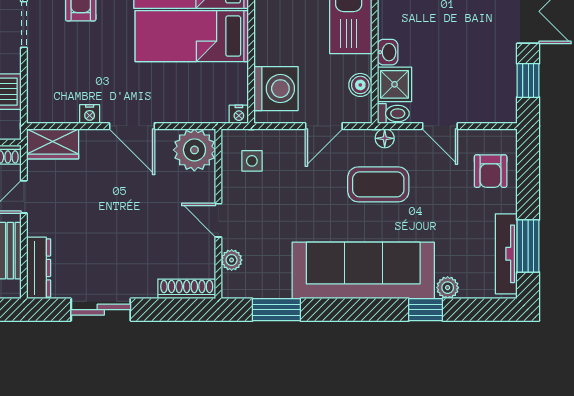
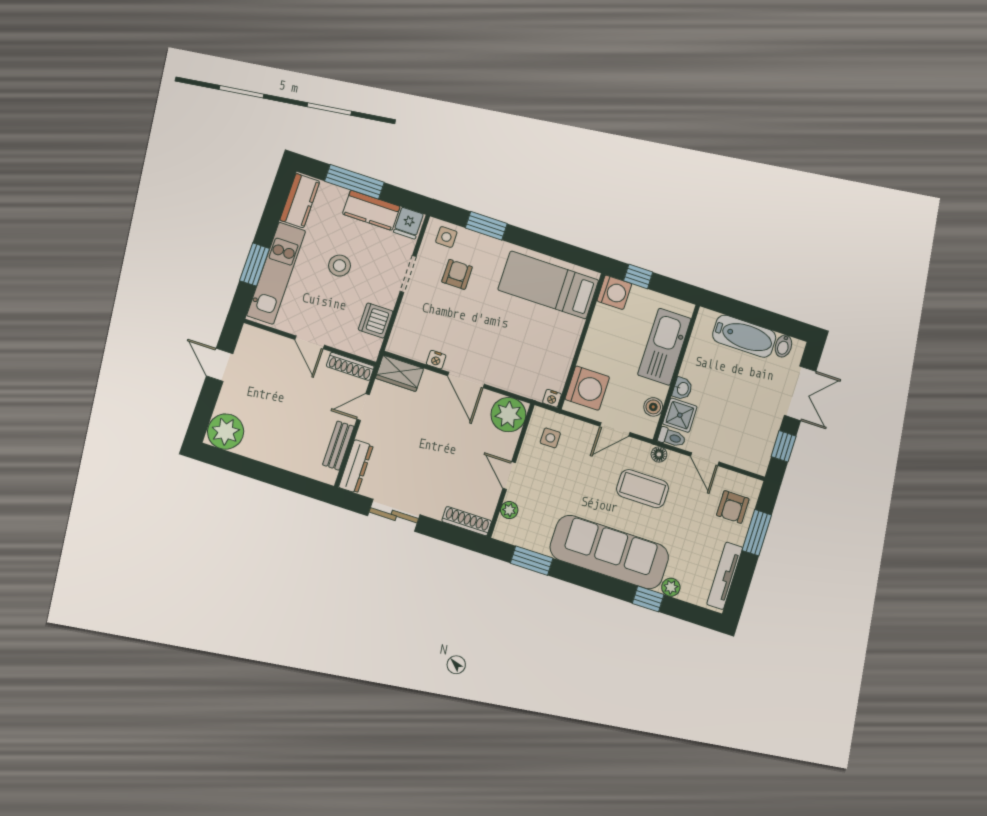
bed: (192, 36) -> (535, 326), removed
window: (528, 246) -> (757, 533), moved

